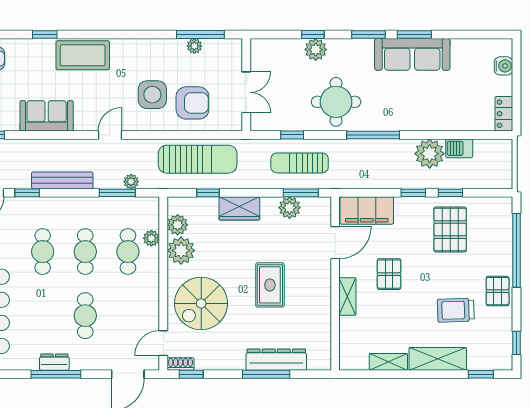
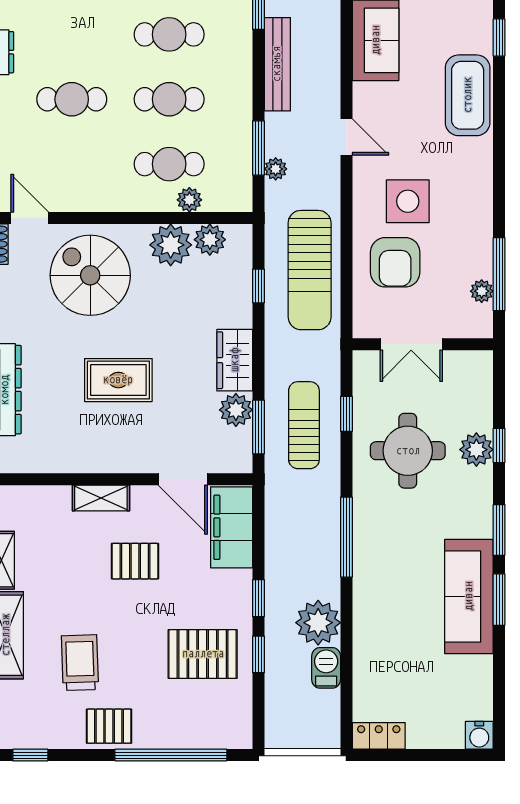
plant: (194, 46) -> (482, 291), moved
water cooler: (504, 66) -> (479, 735), moved
round table: (336, 102) -> (408, 451), moved
wardrobe: (239, 208) -> (235, 360), moved

